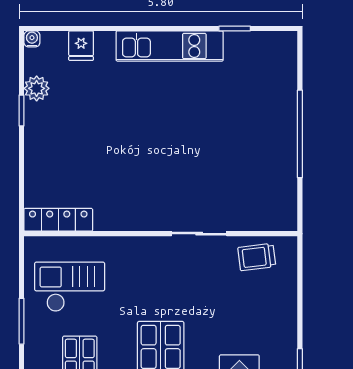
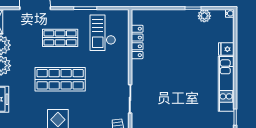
fridge: (81, 46) -> (226, 49), moved
locker: (58, 220) -> (137, 42), moved
checkout: (70, 287) -> (103, 33), turned 180

